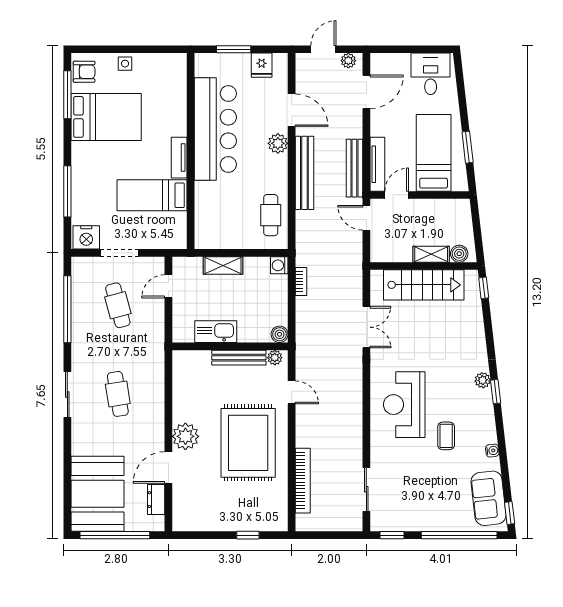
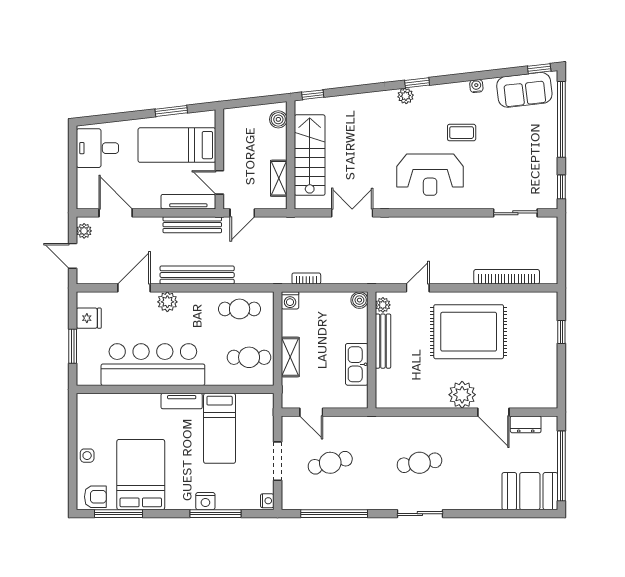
armchair: (84, 72) -> (95, 497), turned 90
nightstand: (80, 181) -> (205, 501), added
cafe table: (223, 225) -> (249, 357), added
nightstand: (86, 237) -> (267, 501), width x0.53, depth x0.56
shelving: (431, 254) -> (279, 178), moved
booth: (97, 494) -> (530, 491), width x0.73, depth x0.70

